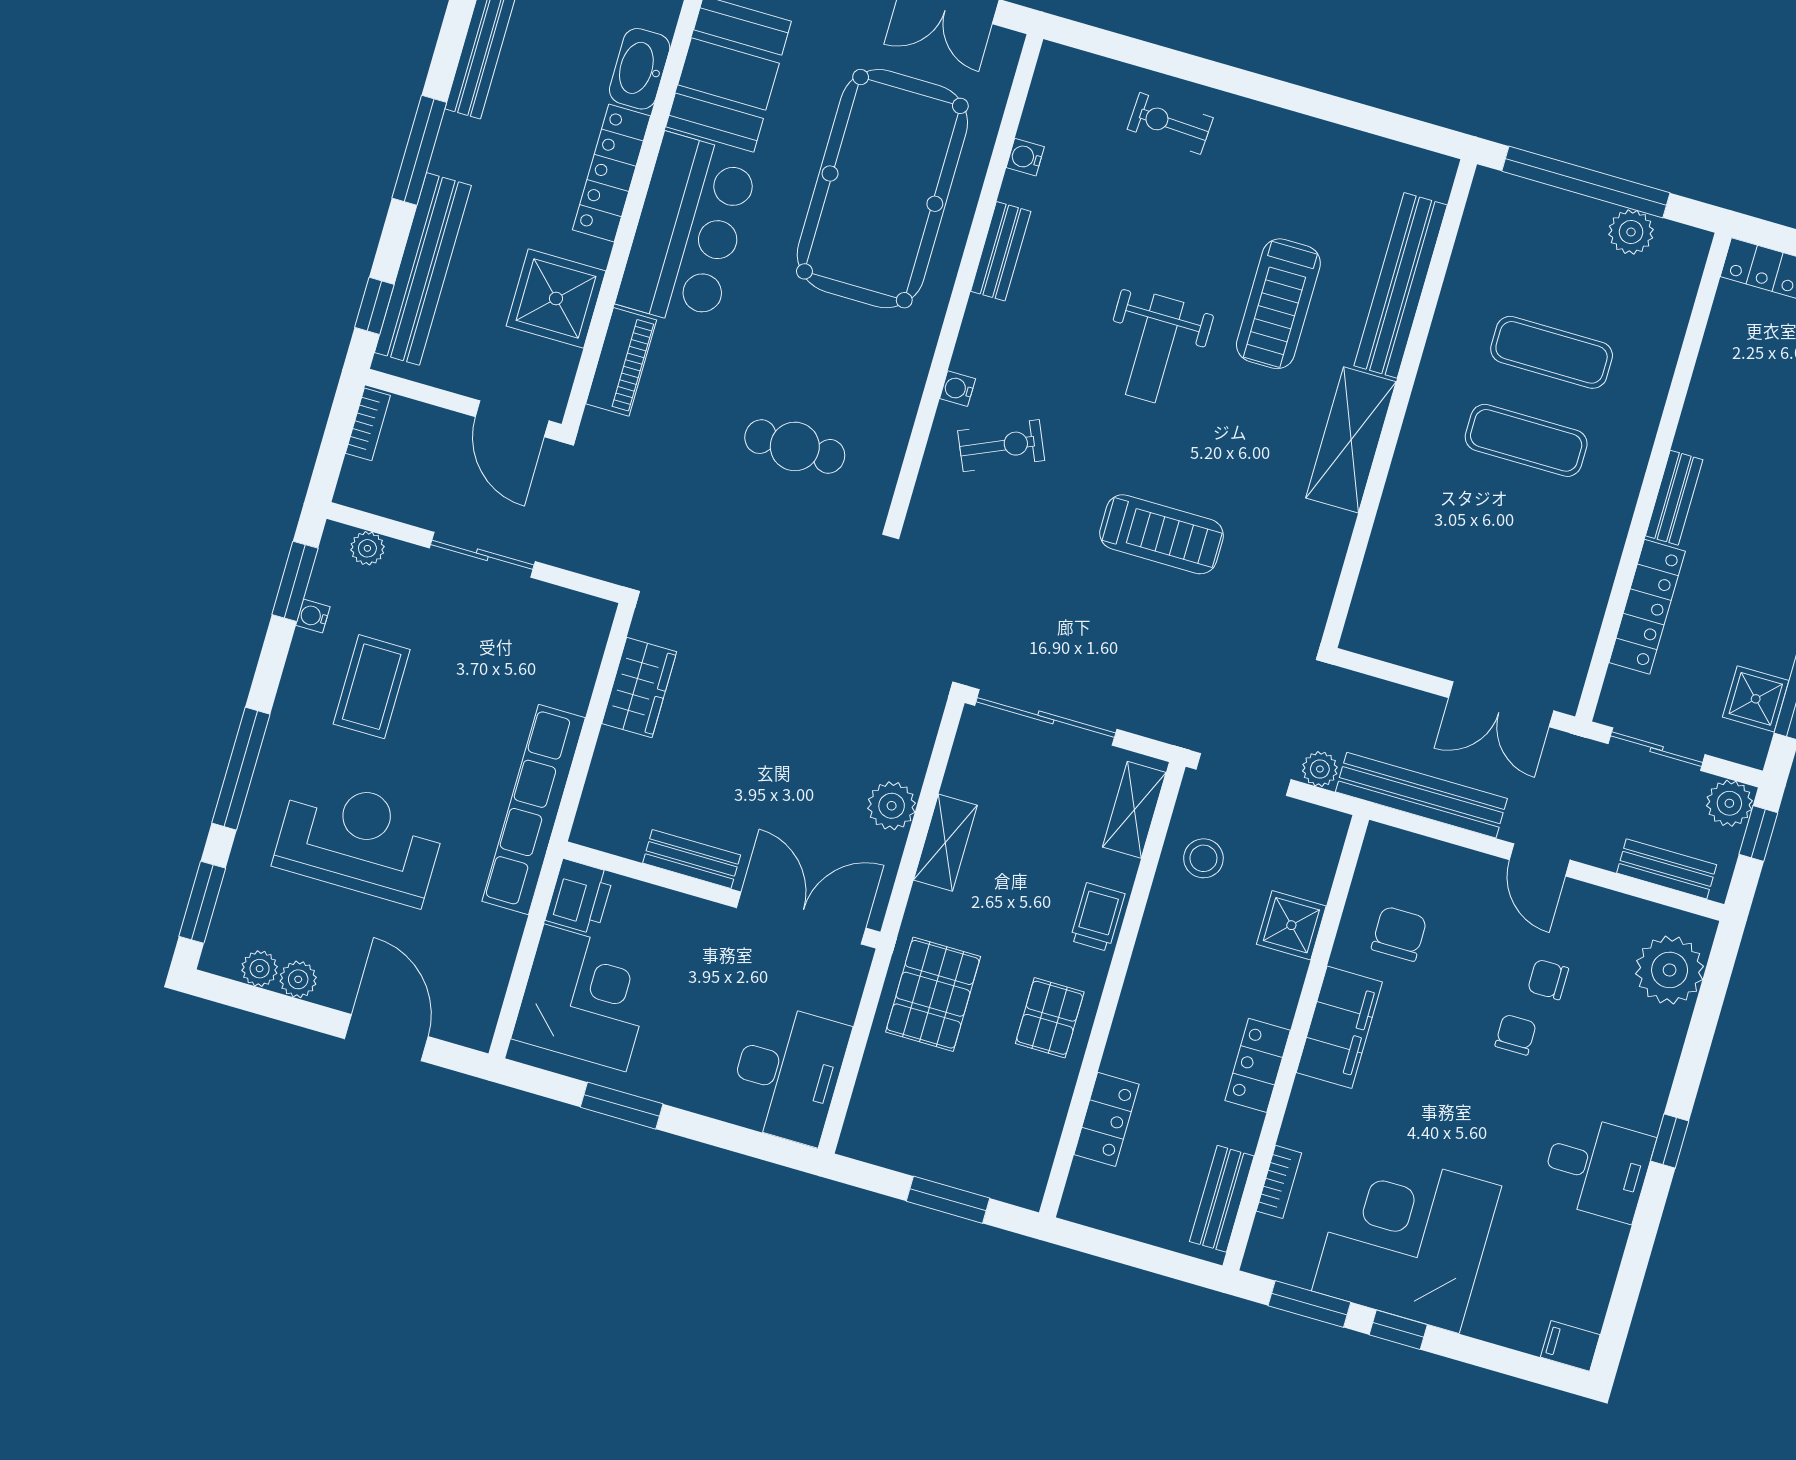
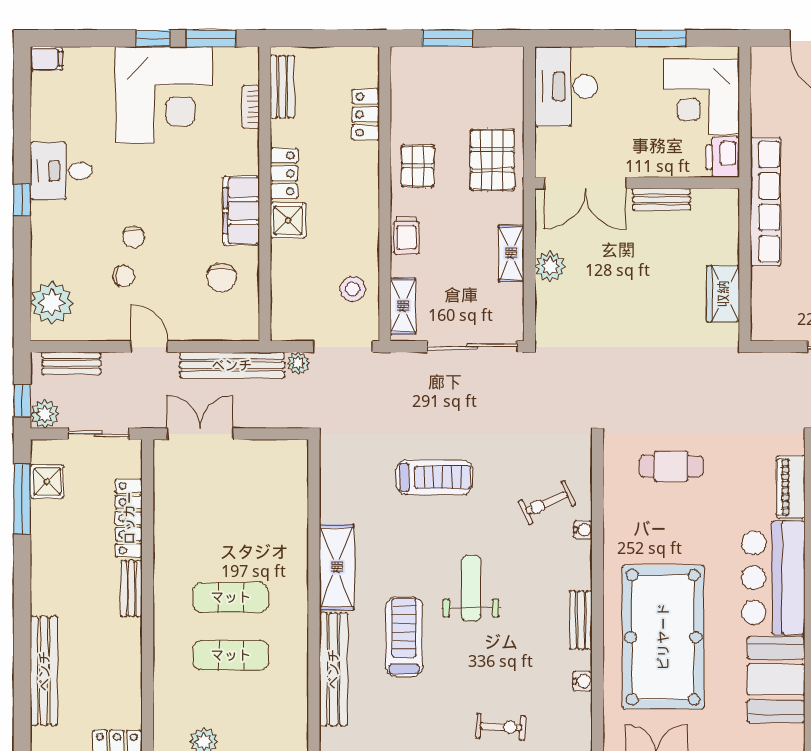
treadmill: (1162, 534) -> (434, 477), turned 180
shower: (1291, 925) -> (288, 220), moved

